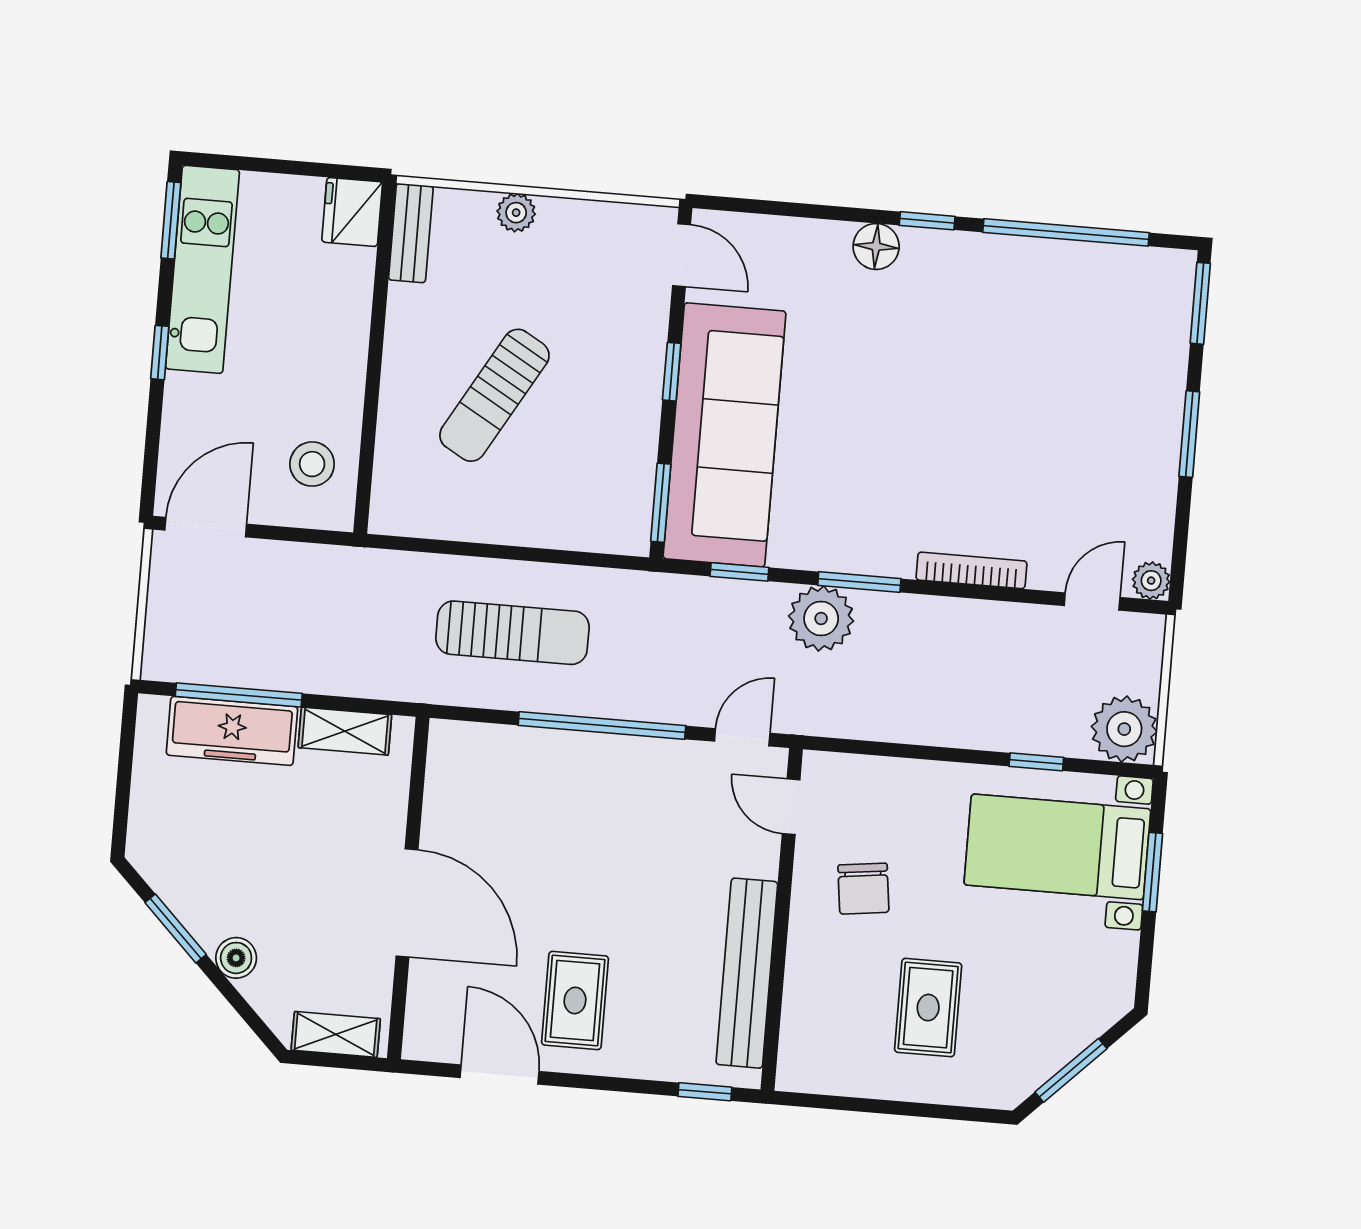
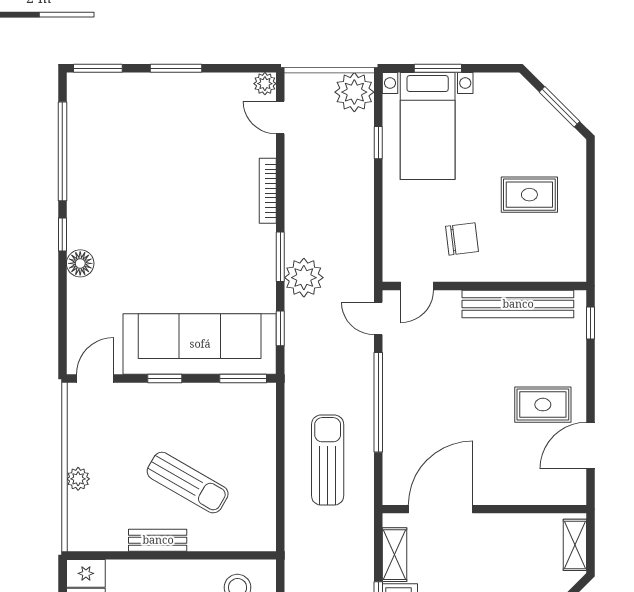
bench: (411, 233) -> (158, 540), moved
door: (407, 903) -> (441, 509), moved

